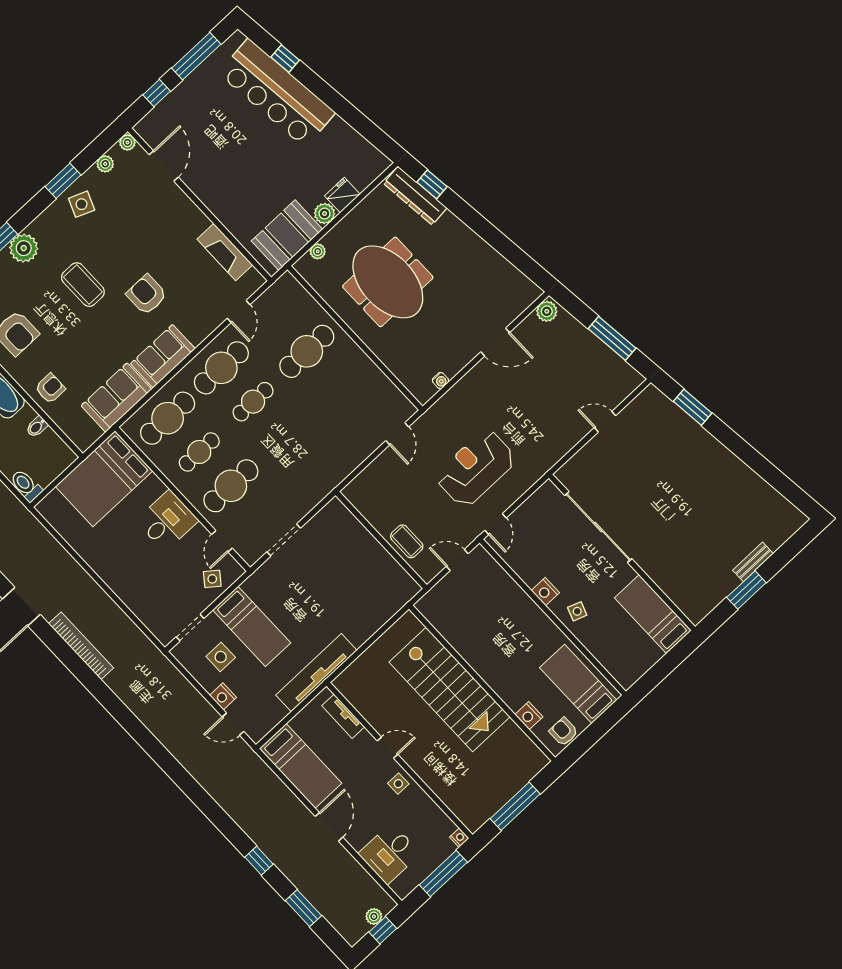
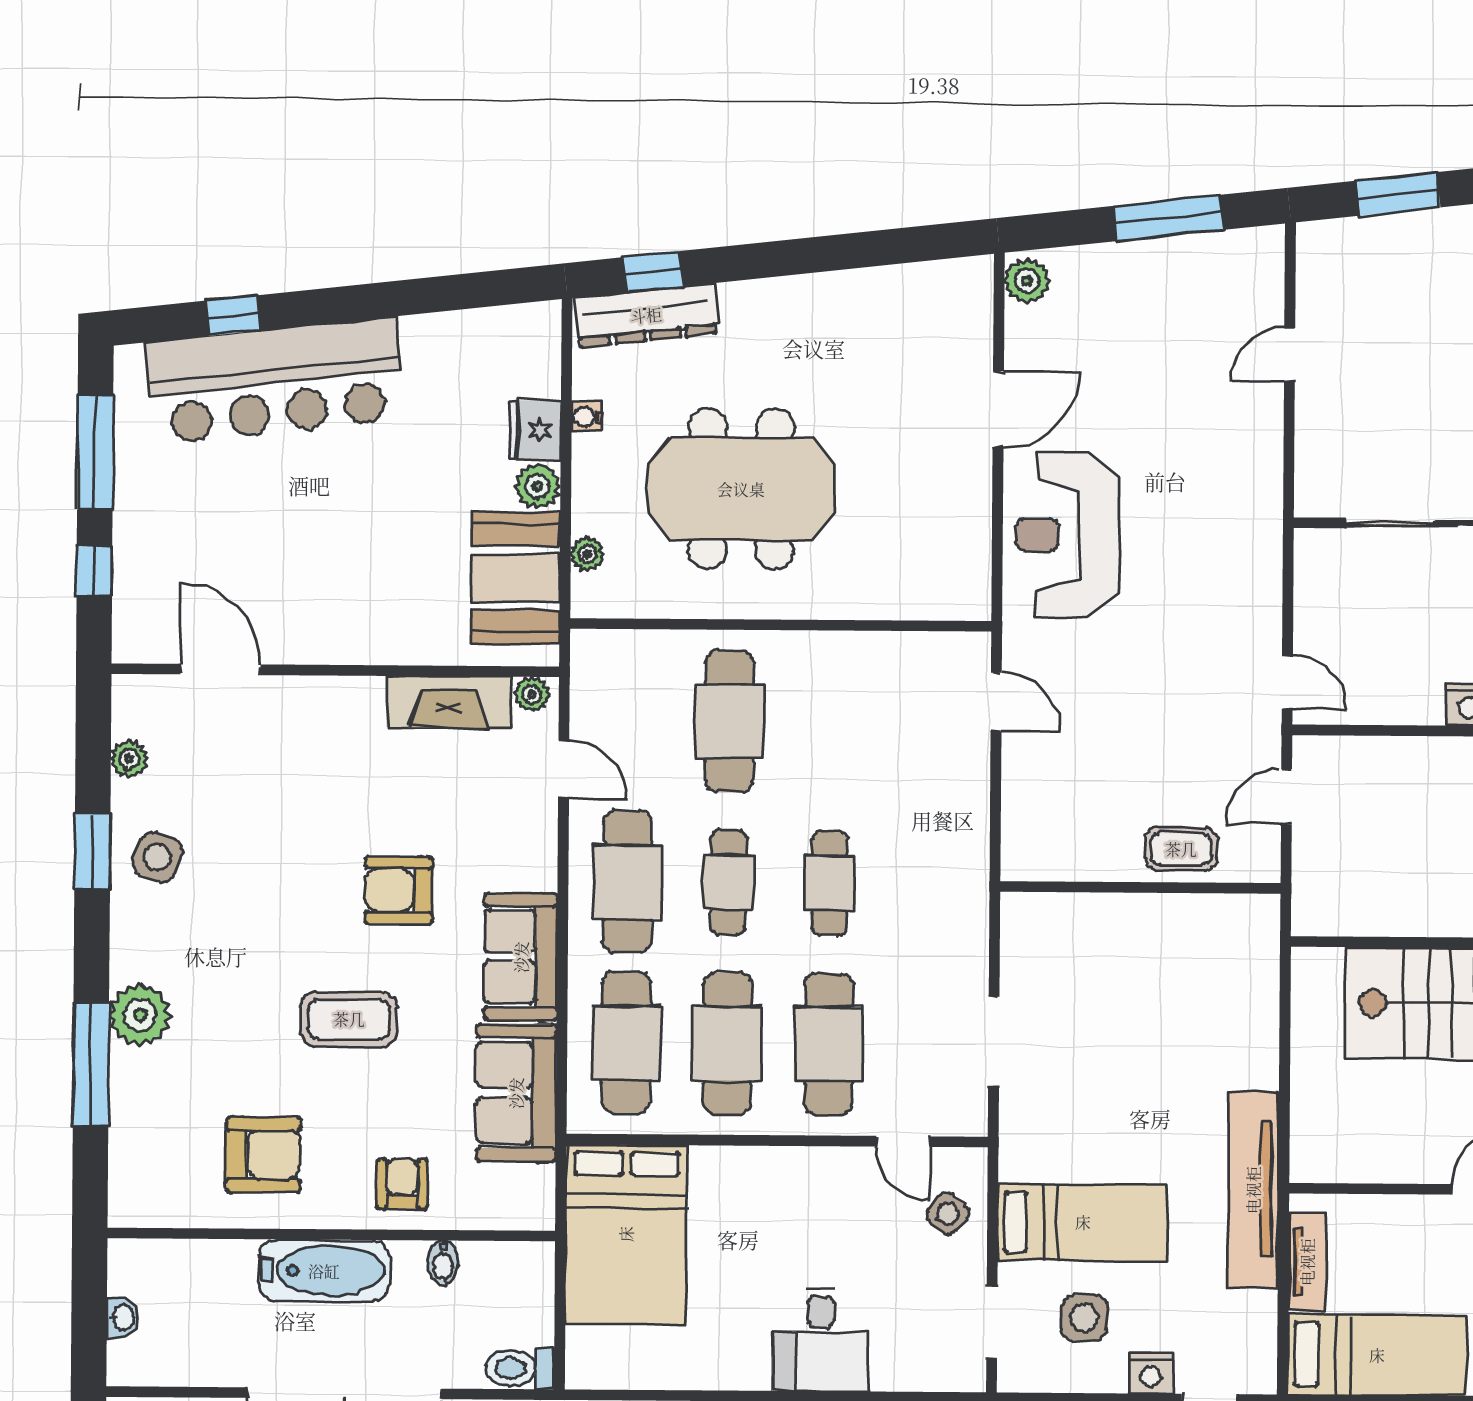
plant: (127, 142) -> (532, 694), moved
coffee table: (83, 285) -> (349, 1019), moved
water cooler: (440, 381) -> (587, 417), moved, turned 180
cafe table: (285, 435) -> (830, 883), added
cafe table: (199, 452) -> (727, 1043), width x1.37, depth x1.35
reception desk: (476, 468) -> (1067, 535), moved
desk: (167, 521) -> (821, 1340), moved, turned 180
tv unit: (343, 716) -> (1307, 1262), moved, turned -90

